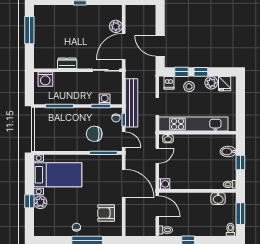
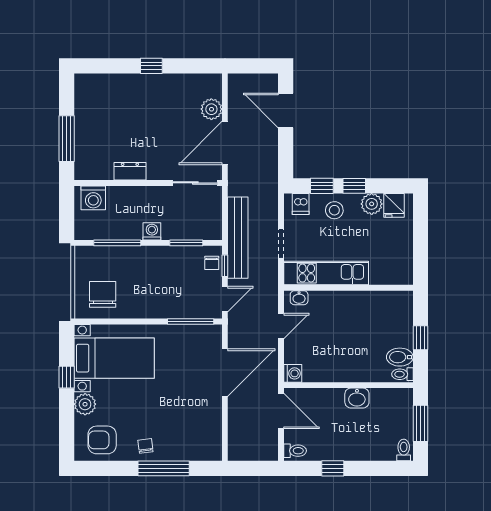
window: (29, 30) -> (67, 139), moved
door: (160, 46) -> (286, 110), moved
washing machine: (105, 99) -> (152, 231), moved
kitchen unit: (193, 124) -> (326, 273), width x0.73
chair: (94, 134) -> (103, 294), moved, turned 90
door: (124, 140) -> (225, 299), hinge flipped
bidet: (228, 151) -> (400, 357), moved
door: (124, 183) -> (225, 373), hinge flipped
washbasin: (218, 199) -> (357, 398), moved
window: (29, 201) -> (67, 377), moved
armchair: (106, 213) -> (102, 440), moved

